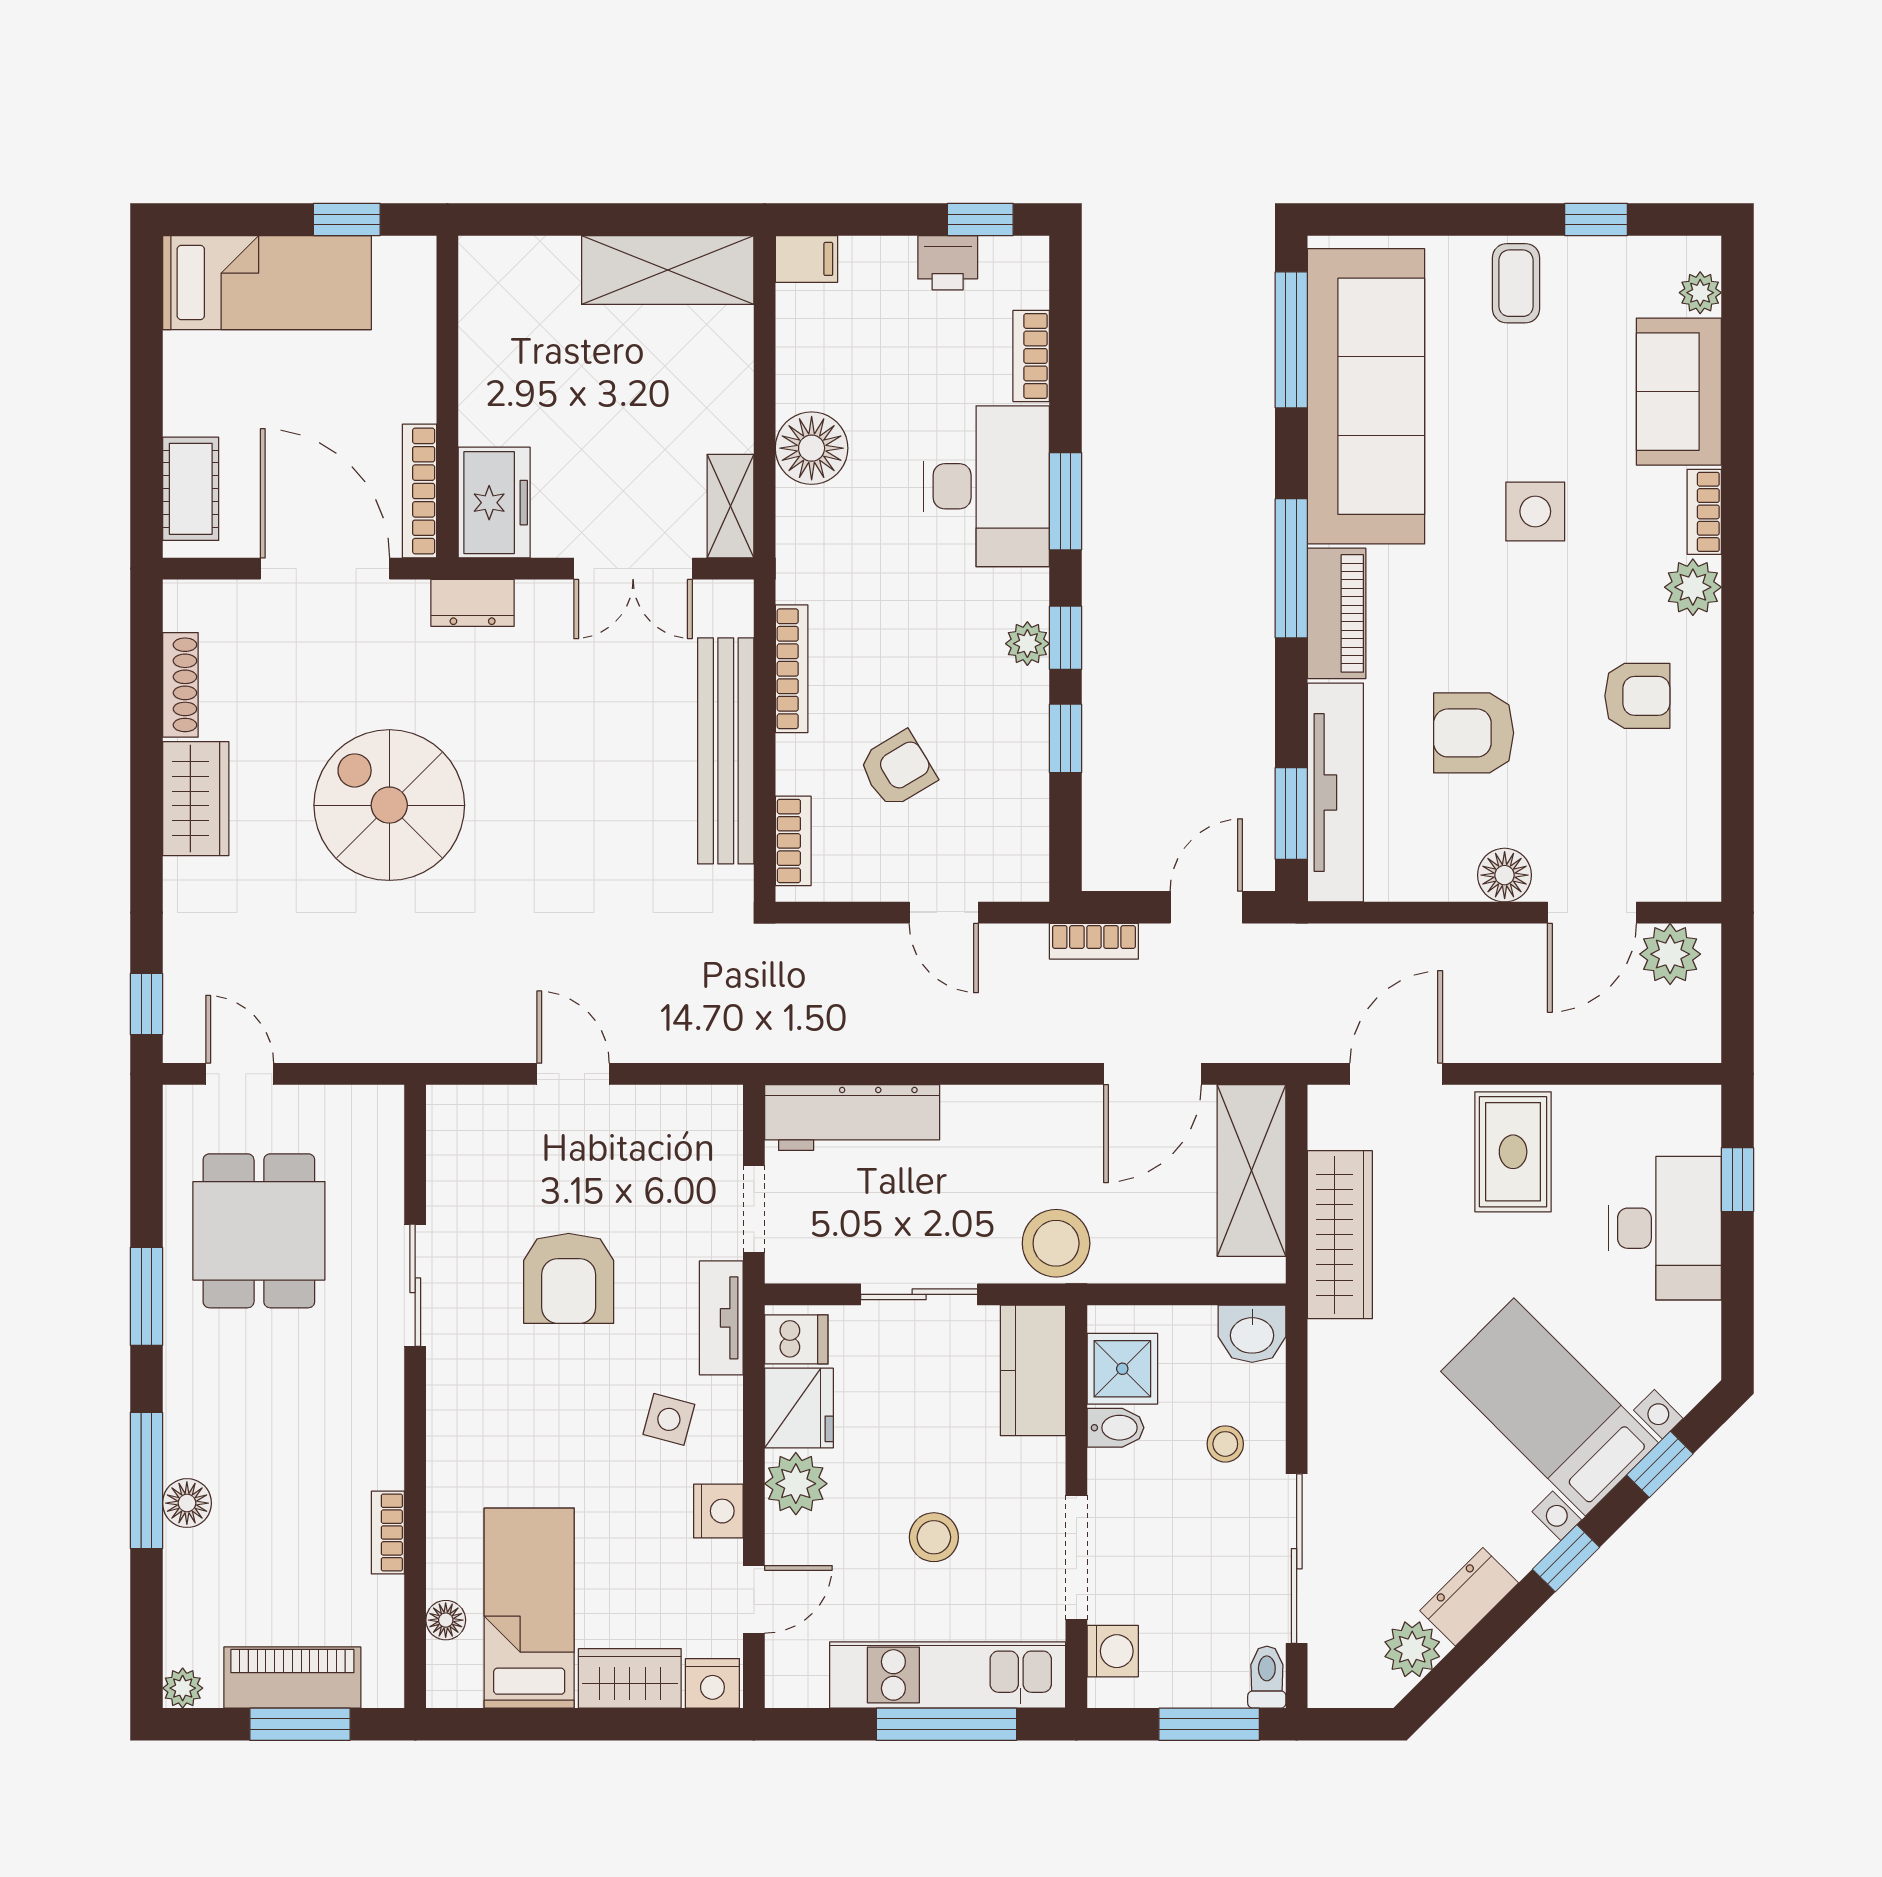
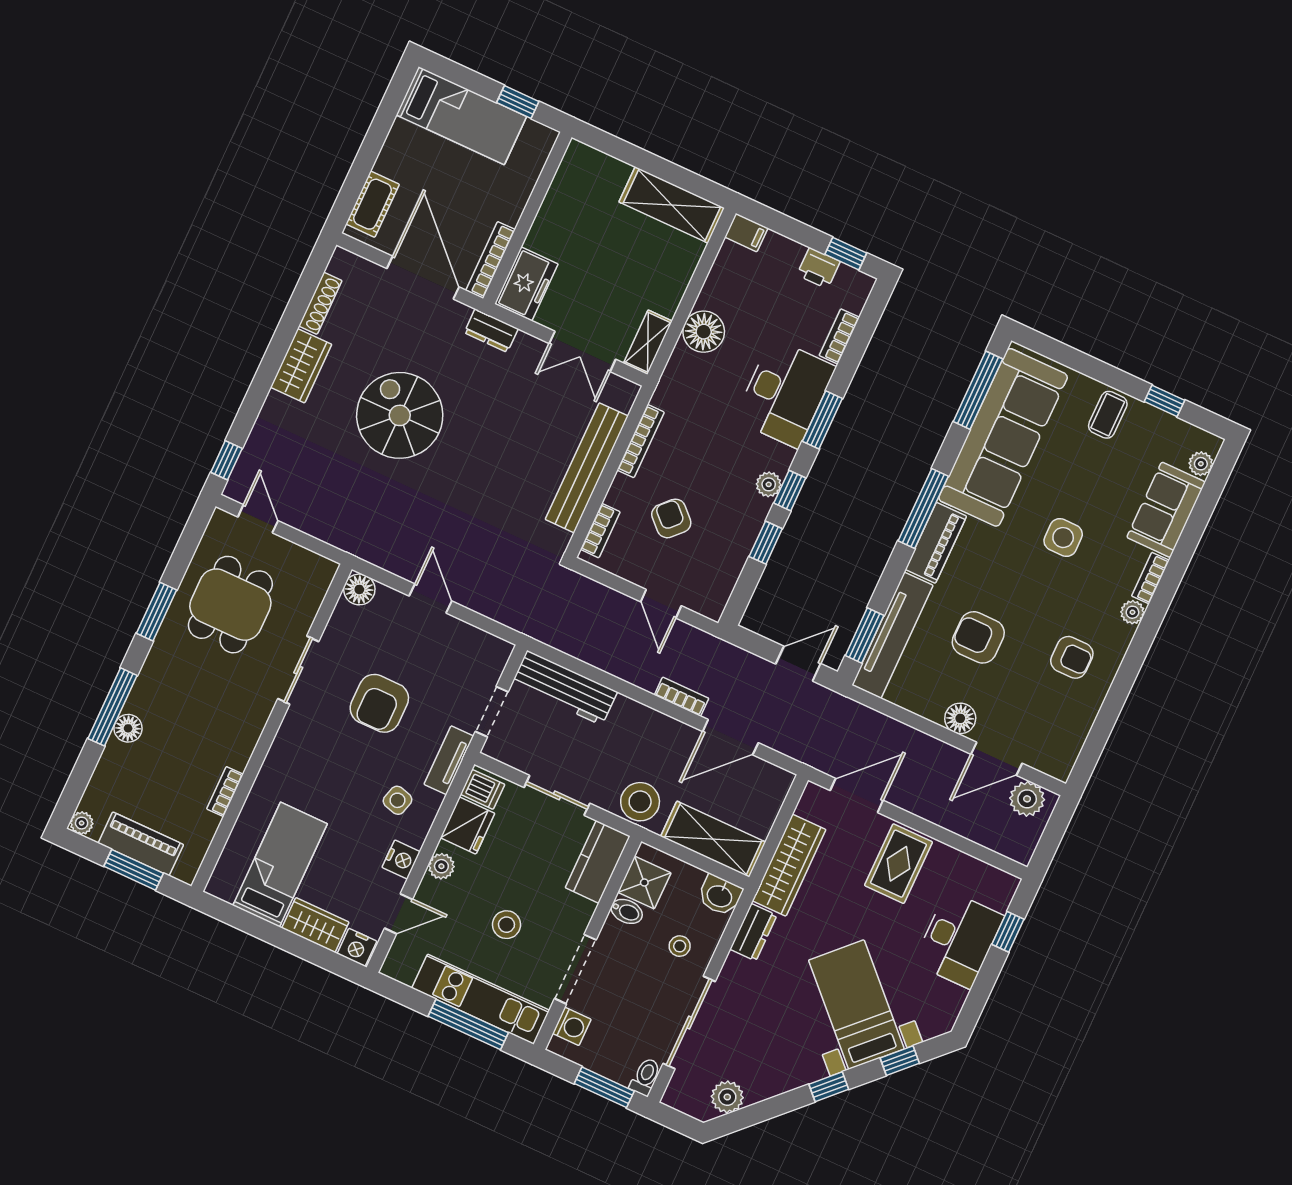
plant: (1693, 587) -> (1132, 612), width x0.73, depth x0.73
armchair: (897, 769) -> (671, 518), turned -105
bookcase: (1094, 941) -> (682, 697), moved, turned 180
shelving: (1252, 1171) -> (713, 839), moved, turned 90
plant: (796, 1484) -> (441, 866), width x0.73, depth x0.73
dresser: (1469, 1597) -> (753, 932), moved, turned 135
floor lamp: (446, 1620) -> (359, 589), moved, width x1.37, depth x1.37

